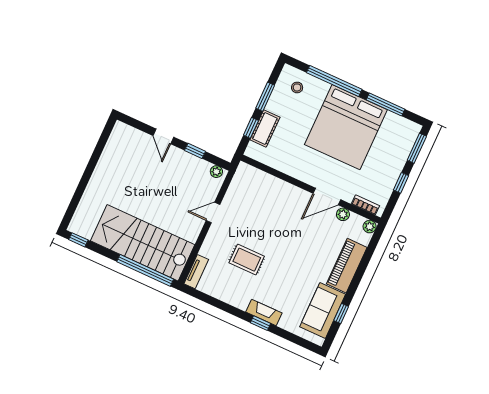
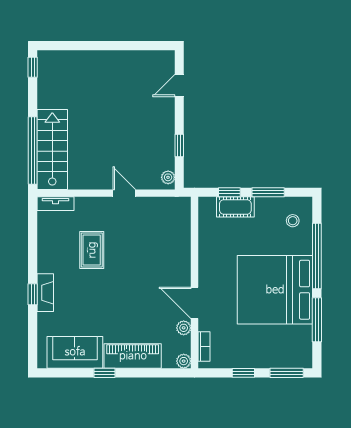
door: (163, 136) -> (179, 85), moved
stairs: (143, 243) -> (52, 149), width x0.73, depth x0.66
window: (341, 314) -> (105, 373), moved

